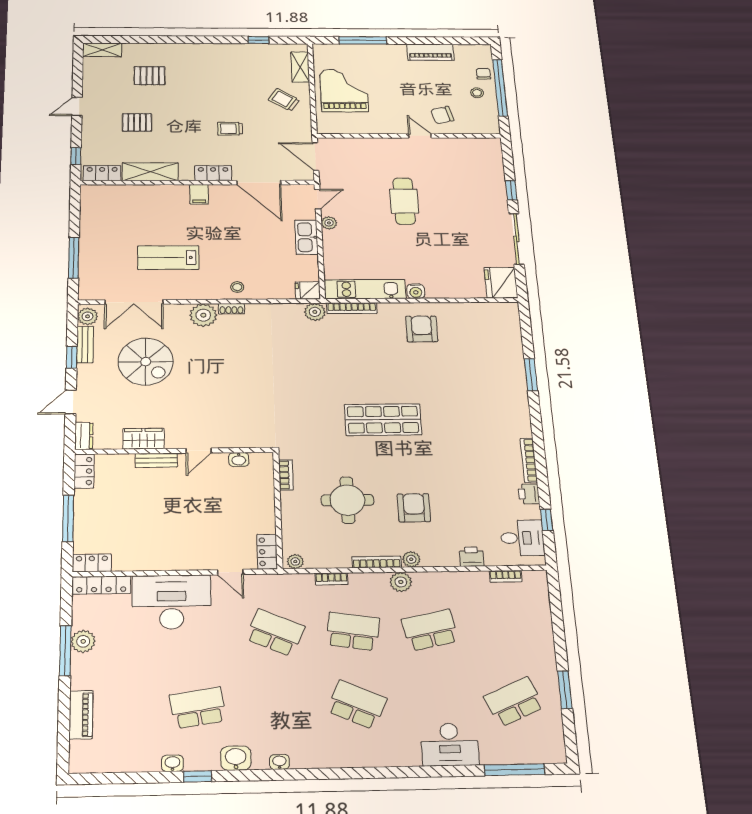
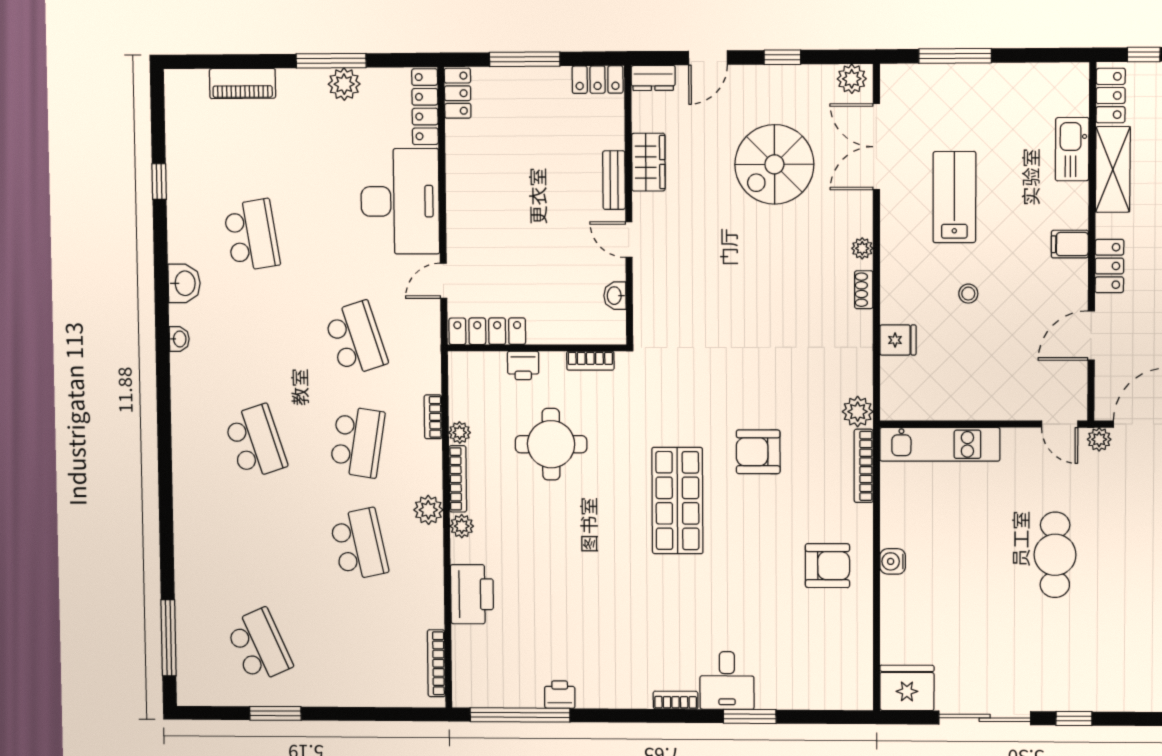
door: (259, 183) -> (1091, 336), width x0.73
cafe table: (404, 201) -> (1055, 555), turned 90
plant: (329, 223) -> (1099, 439), moved
kitchen sink: (306, 237) -> (1072, 149), moved, turned -90
stool: (237, 287) -> (968, 294), moved
kitchen unit: (365, 289) -> (940, 444), moved, turned 90
fridge: (308, 290) -> (898, 340), moved, turned 90
plant: (203, 315) -> (862, 248), width x0.53, depth x0.53
bench: (85, 344) -> (804, 76), removed
door: (71, 402) -> (708, 58), swing flipped
bookcase: (529, 460) -> (676, 700), moved, width x0.64
armchair: (414, 508) -> (758, 452), moved, turned 180
printer: (291, 519) -> (523, 365), added
window: (547, 520) -> (520, 715), width x3.17
desk: (522, 538) -> (727, 680), moved
locker: (267, 552) -> (487, 331), width x1.53
printer: (472, 557) -> (472, 594), width x1.87, depth x1.48
plant: (295, 562) -> (460, 433), moved
bookcase: (506, 576) -> (436, 663), width x1.56
school desk: (275, 633) -> (356, 339), turned -42
school desk: (357, 705) -> (255, 442), turned -42
desk: (450, 744) -> (202, 558), removed
washbasin: (172, 763) -> (177, 202), removed
window: (198, 776) -> (159, 182), moved

